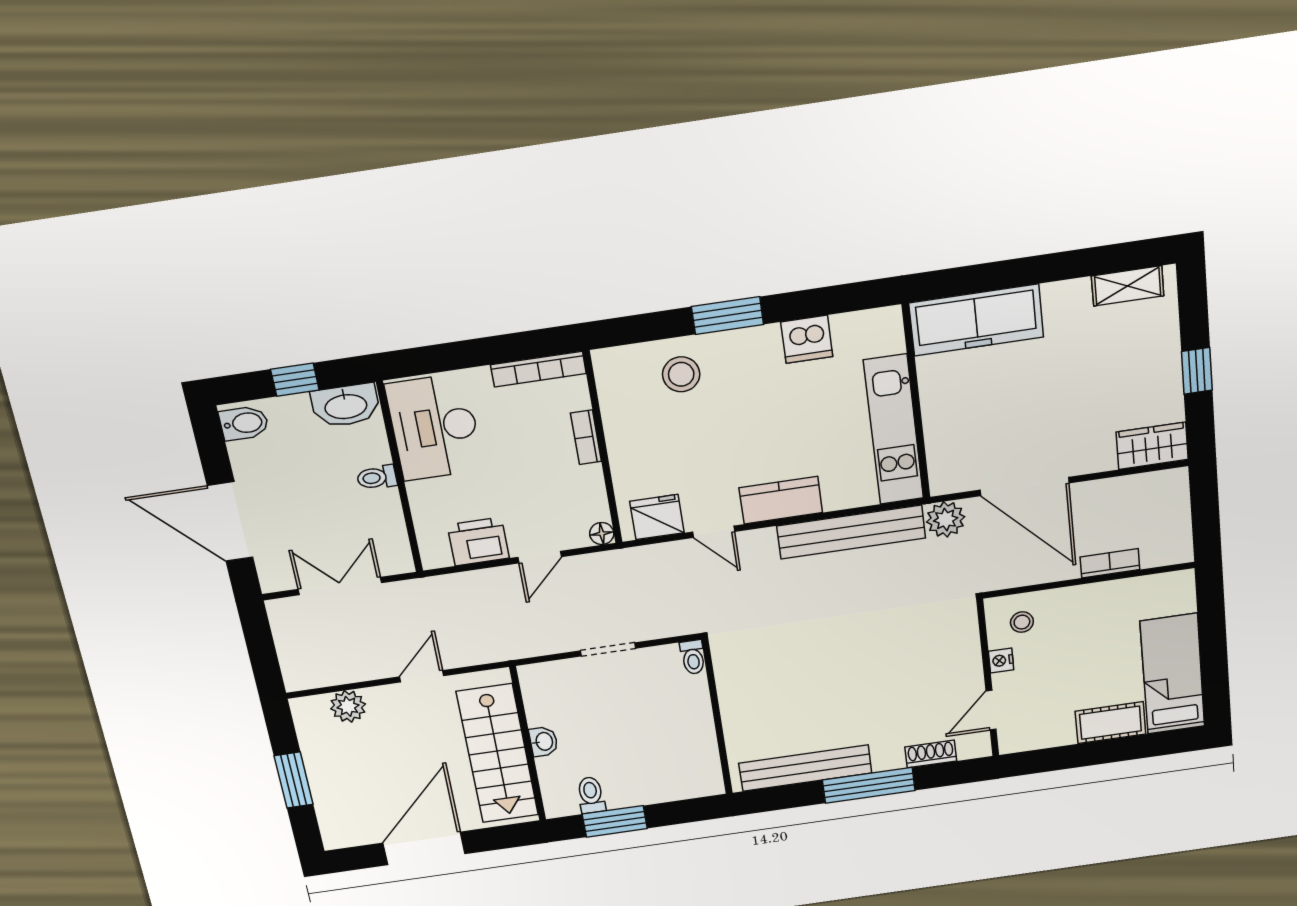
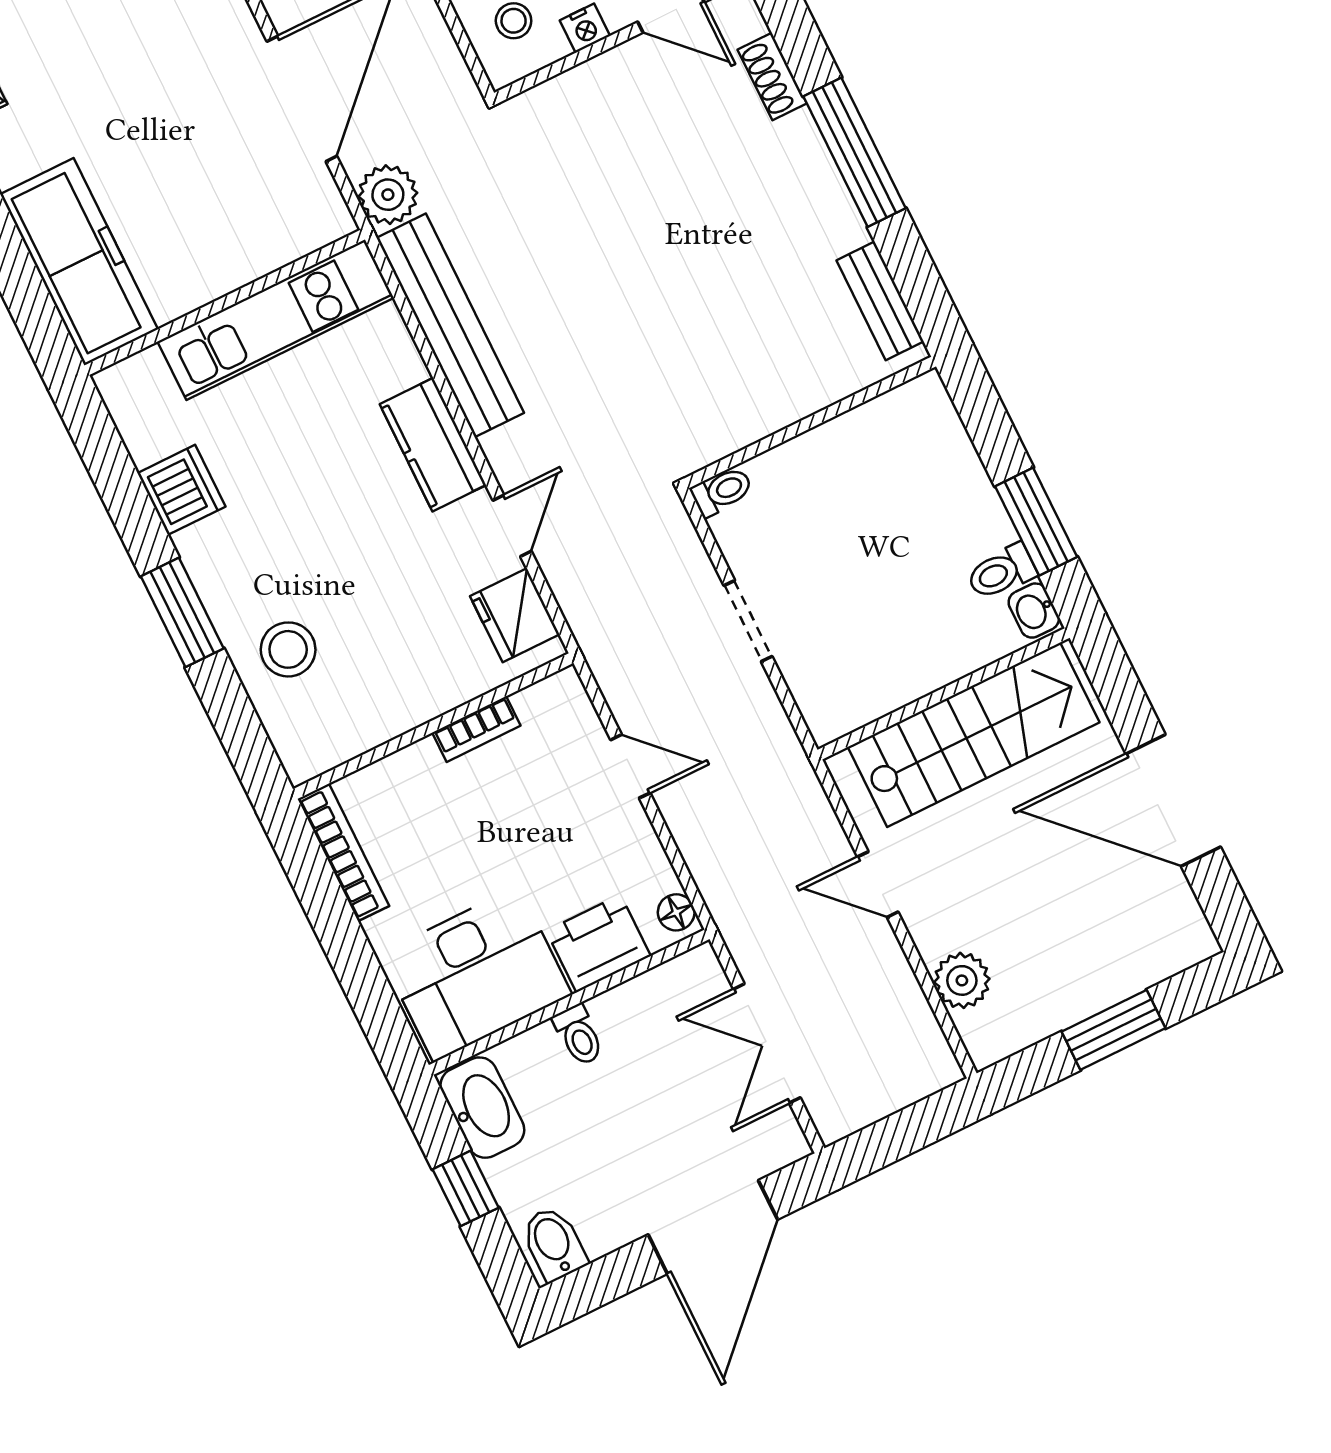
bookcase: (586, 437) -> (476, 729), moved
floor lamp: (602, 534) -> (676, 912), moved
printer: (478, 541) -> (598, 943), moved, turned 90
washbasin: (544, 742) -> (1034, 611), moved, turned -90
bench: (805, 768) -> (880, 301), width x0.54, depth x0.82

